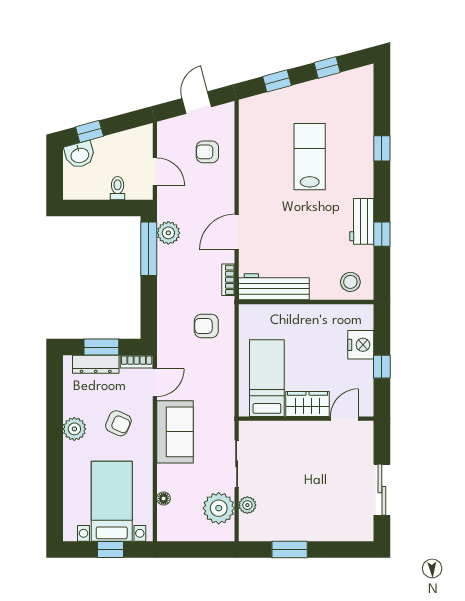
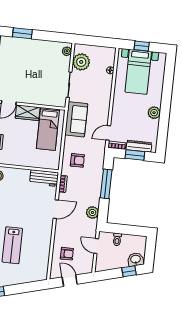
window: (277, 81) -> (25, 288), removed
door: (197, 103) -> (70, 281), swing flipped
window: (149, 249) -> (106, 184), moved
workbench: (274, 287) -> (44, 178), width x0.73
armchair: (118, 423) -> (130, 113), removed
sofa: (175, 432) -> (76, 119), moved, turned 180
plant: (247, 505) -> (67, 51), moved
window: (290, 550) -> (22, 33), moved

